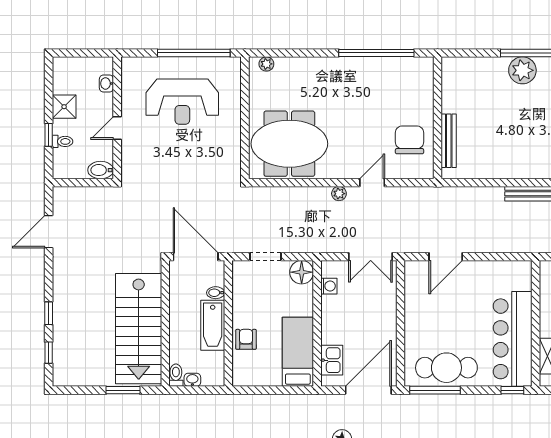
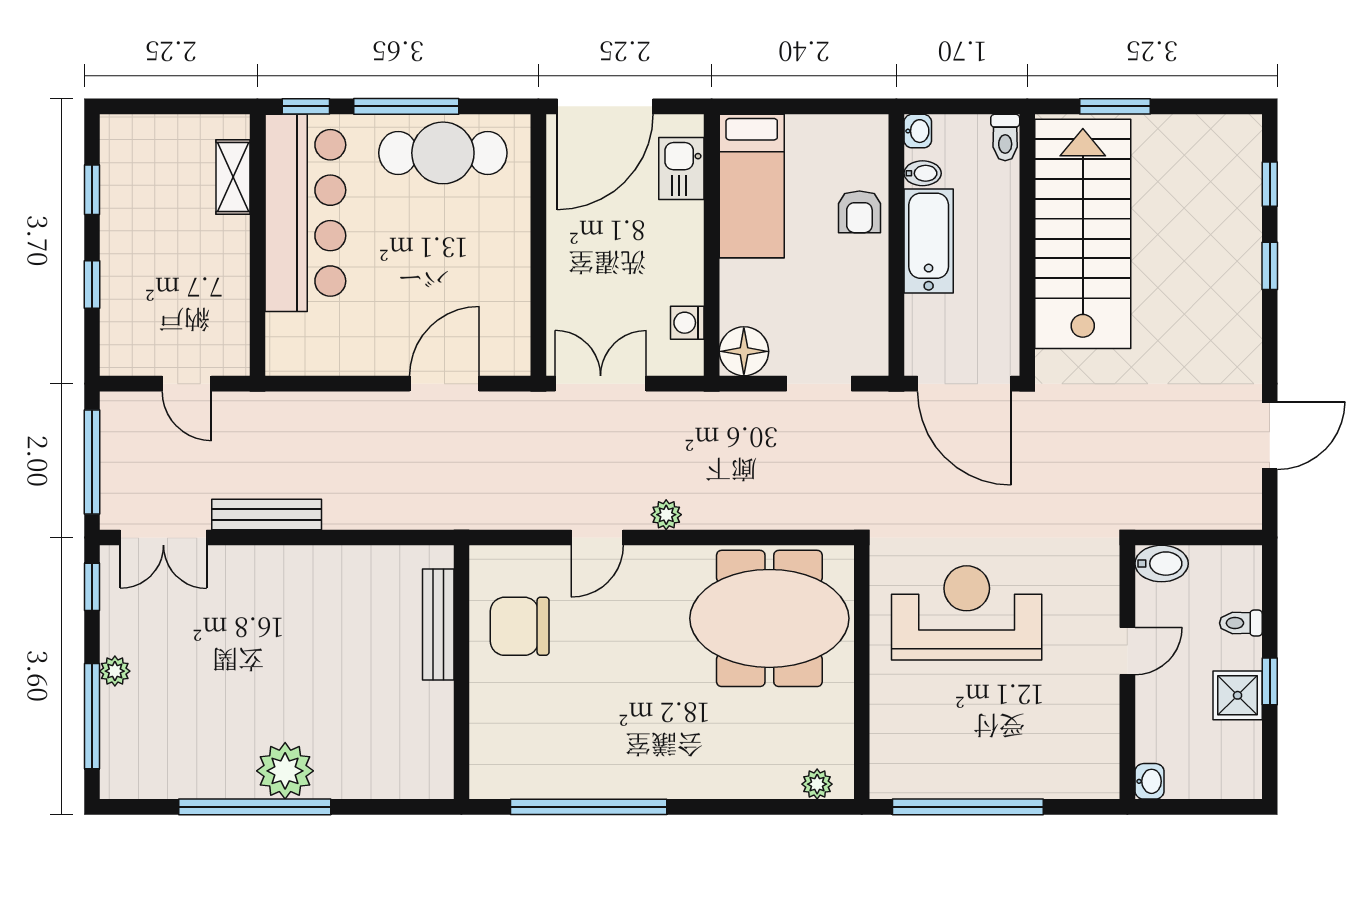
washbasin: (106, 83) -> (1149, 781), moved
reception desk: (182, 102) -> (967, 613), moved
window: (49, 135) -> (1270, 681), moved
chair: (409, 140) -> (520, 626), turned 90
bidet: (216, 293) -> (923, 173), moved
washbasin: (192, 380) -> (918, 131), moved, turned -90
window: (435, 390) -> (406, 106), moved

